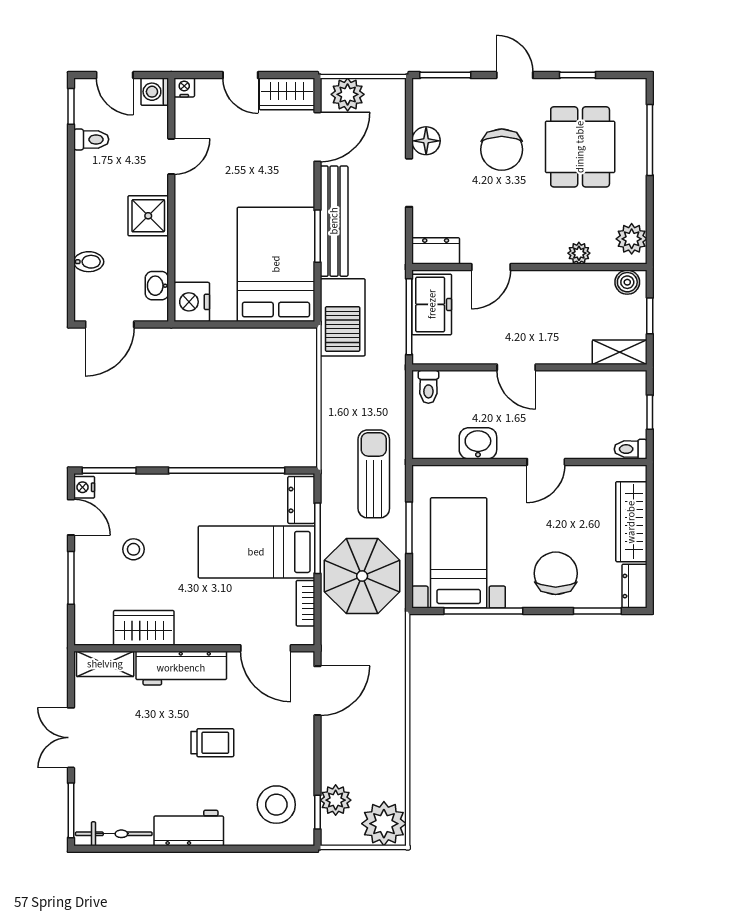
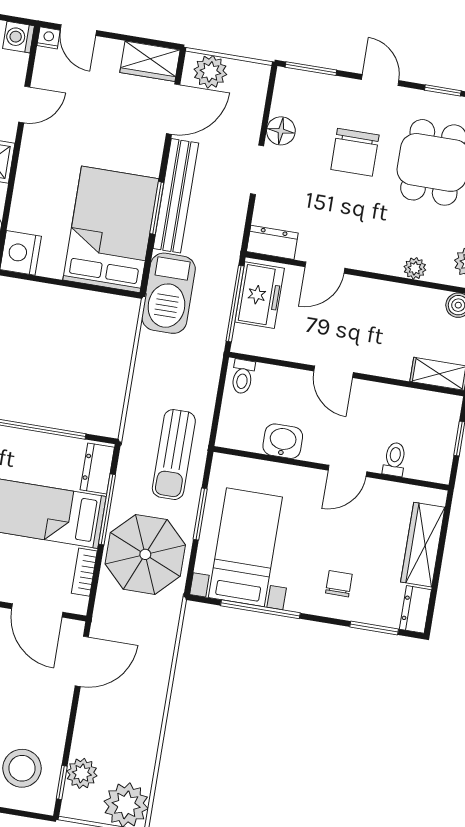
door: (240, 75) -> (78, 30), moved
toilet: (631, 449) -> (395, 459), moved, turned 90
sun lounger: (374, 474) -> (174, 455), turned 180
chair: (556, 573) -> (339, 584), width x0.54, depth x0.54

